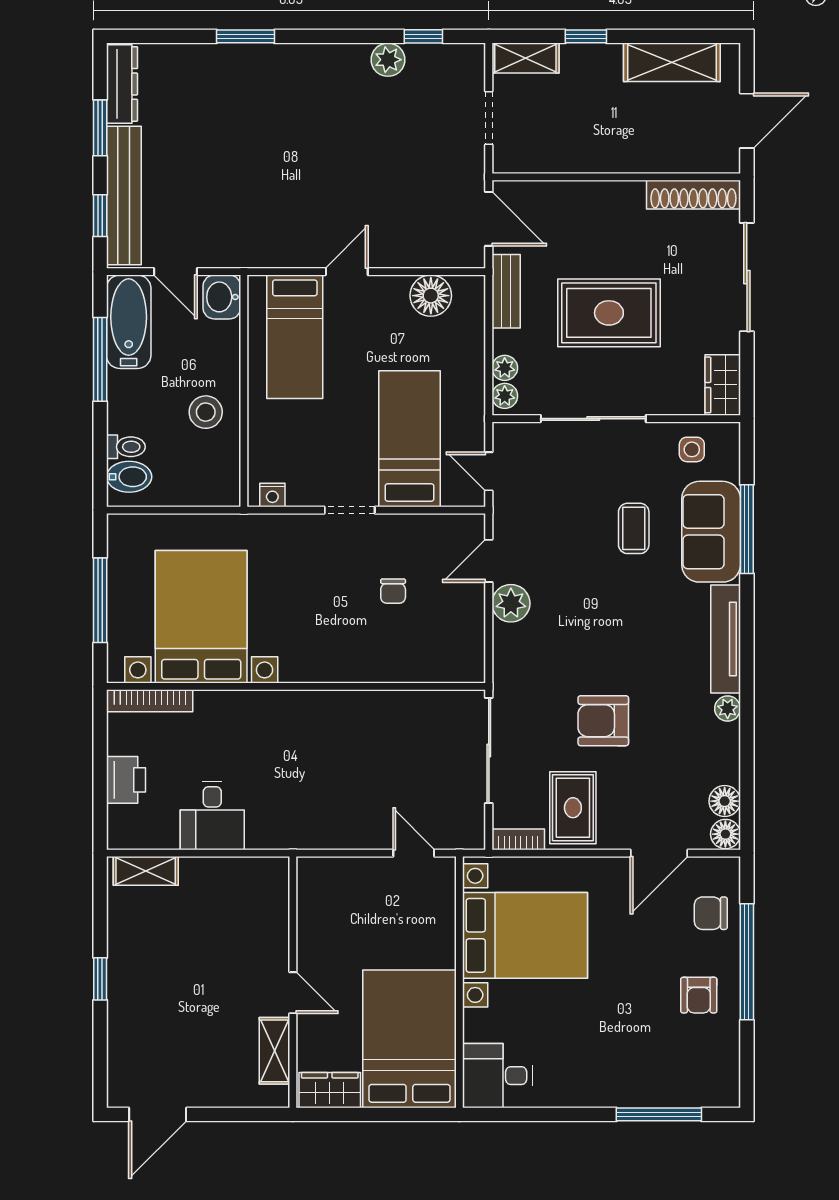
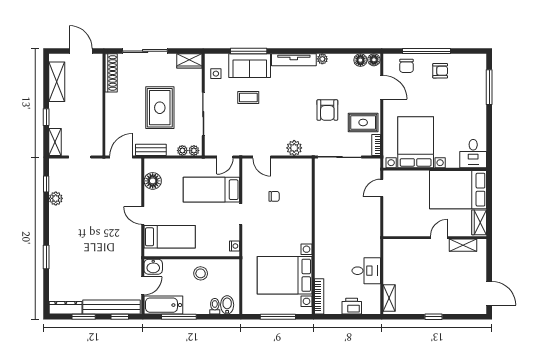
plant: (511, 603) -> (294, 148), moved

